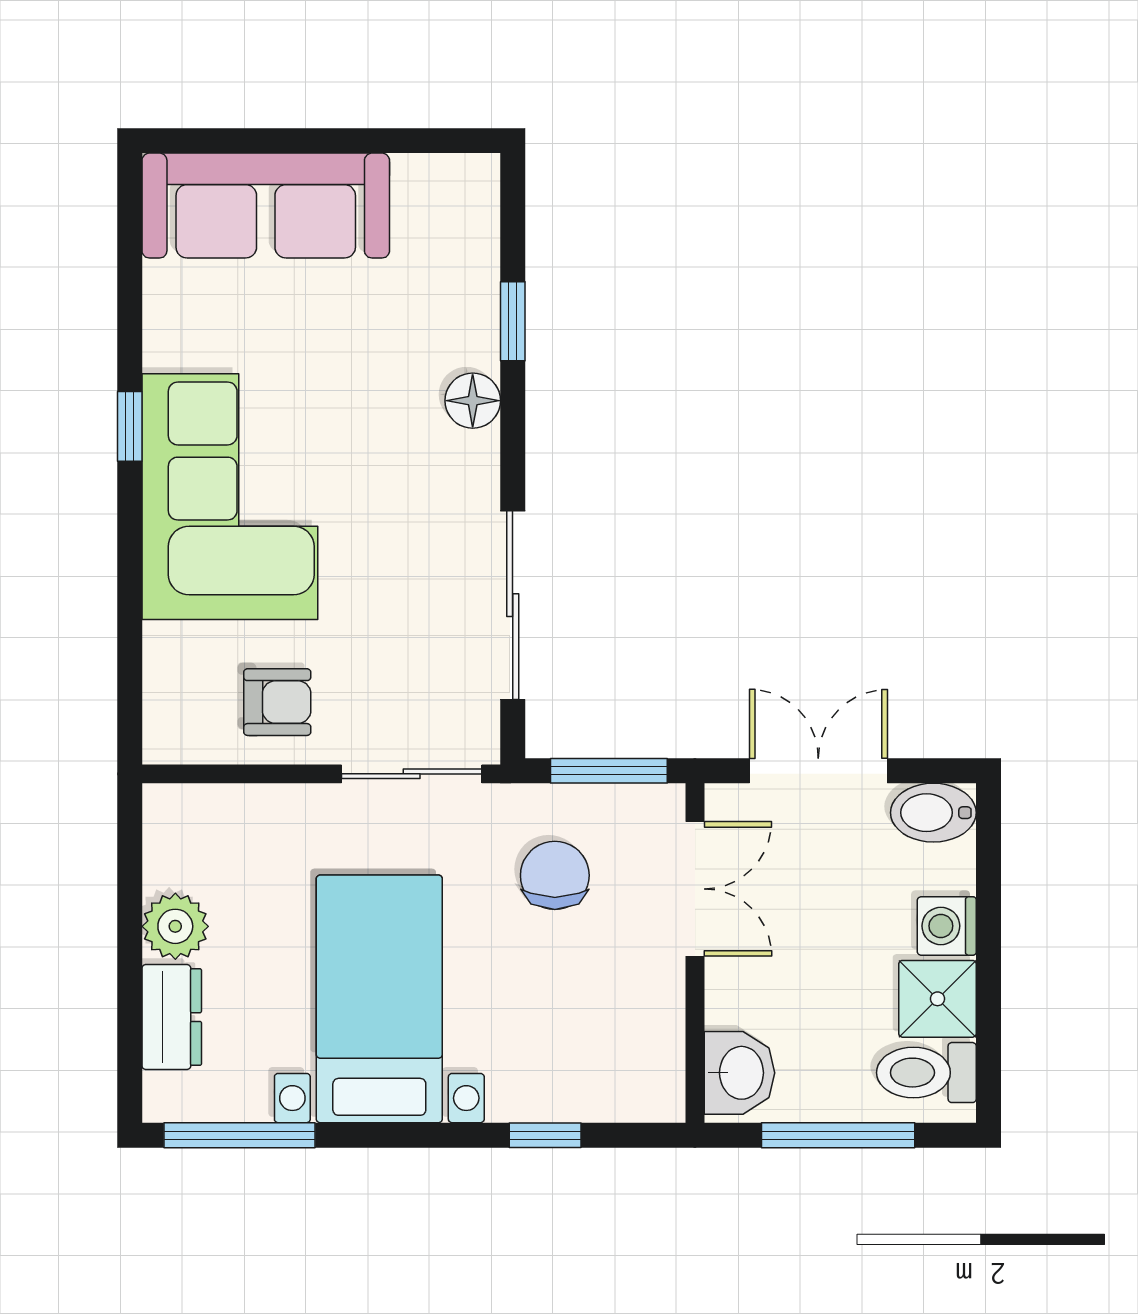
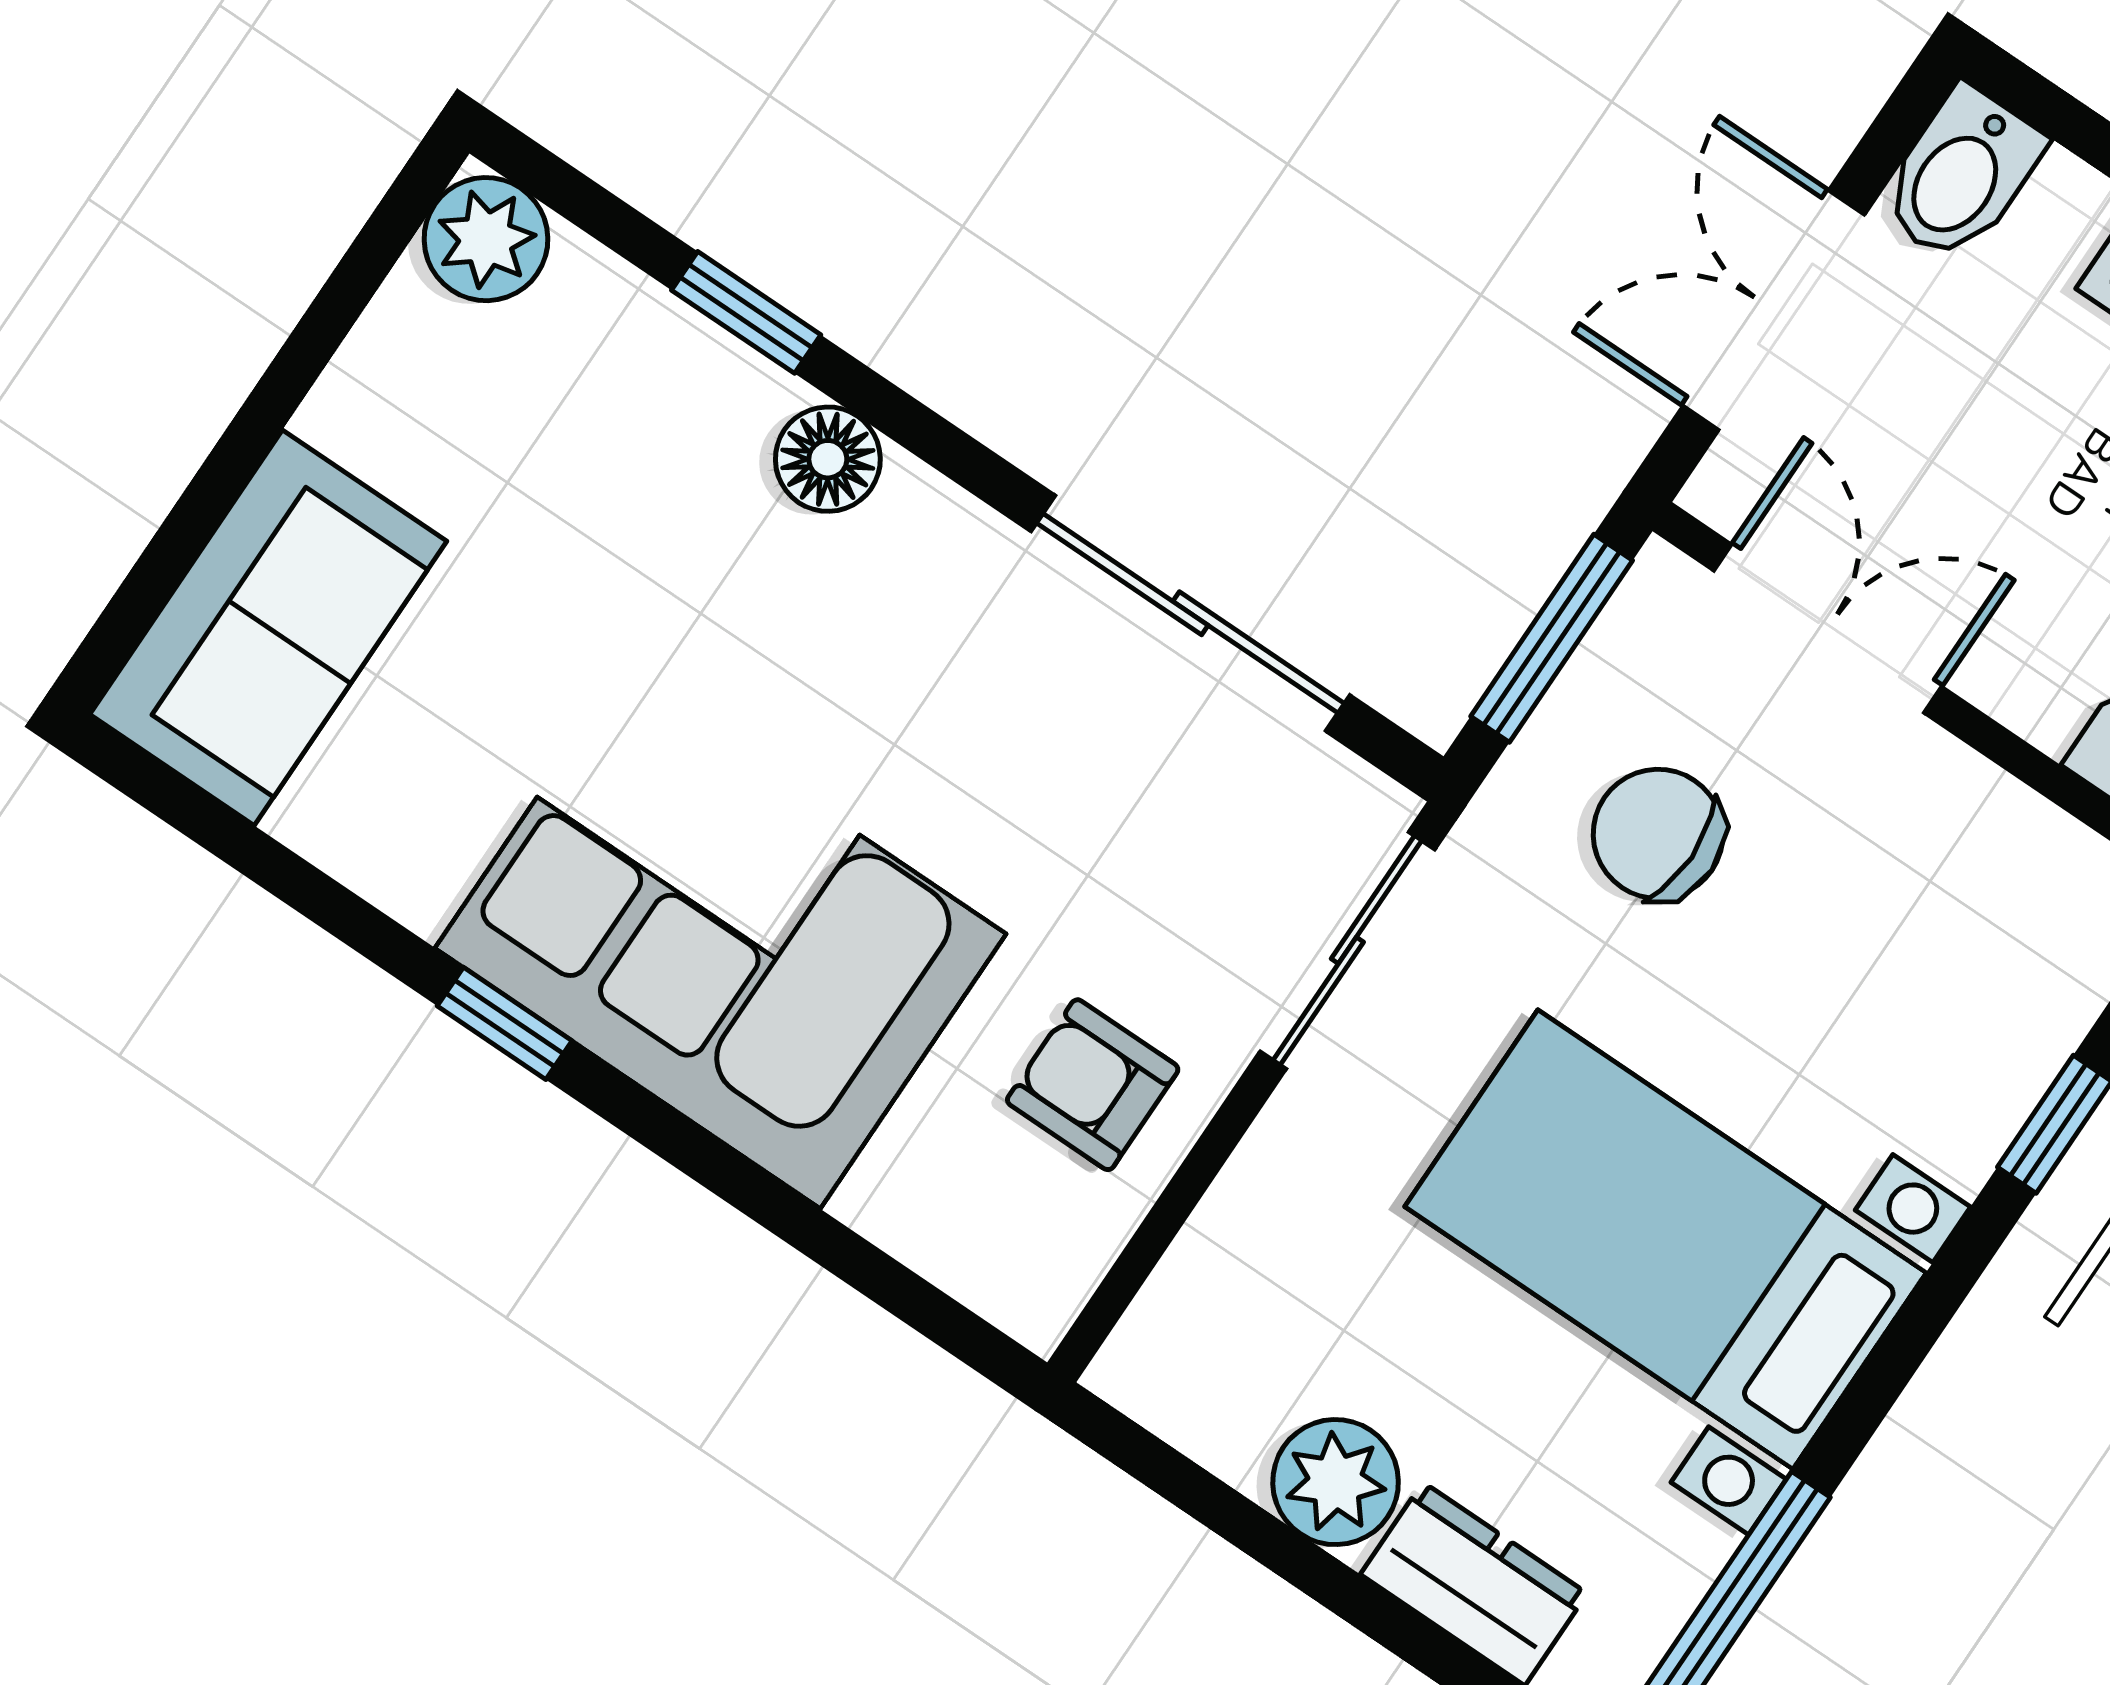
plant: (468, 186) -> (486, 239), added
sofa: (266, 206) -> (268, 628), width x0.73
armchair: (277, 702) -> (1093, 1085), turned -90

